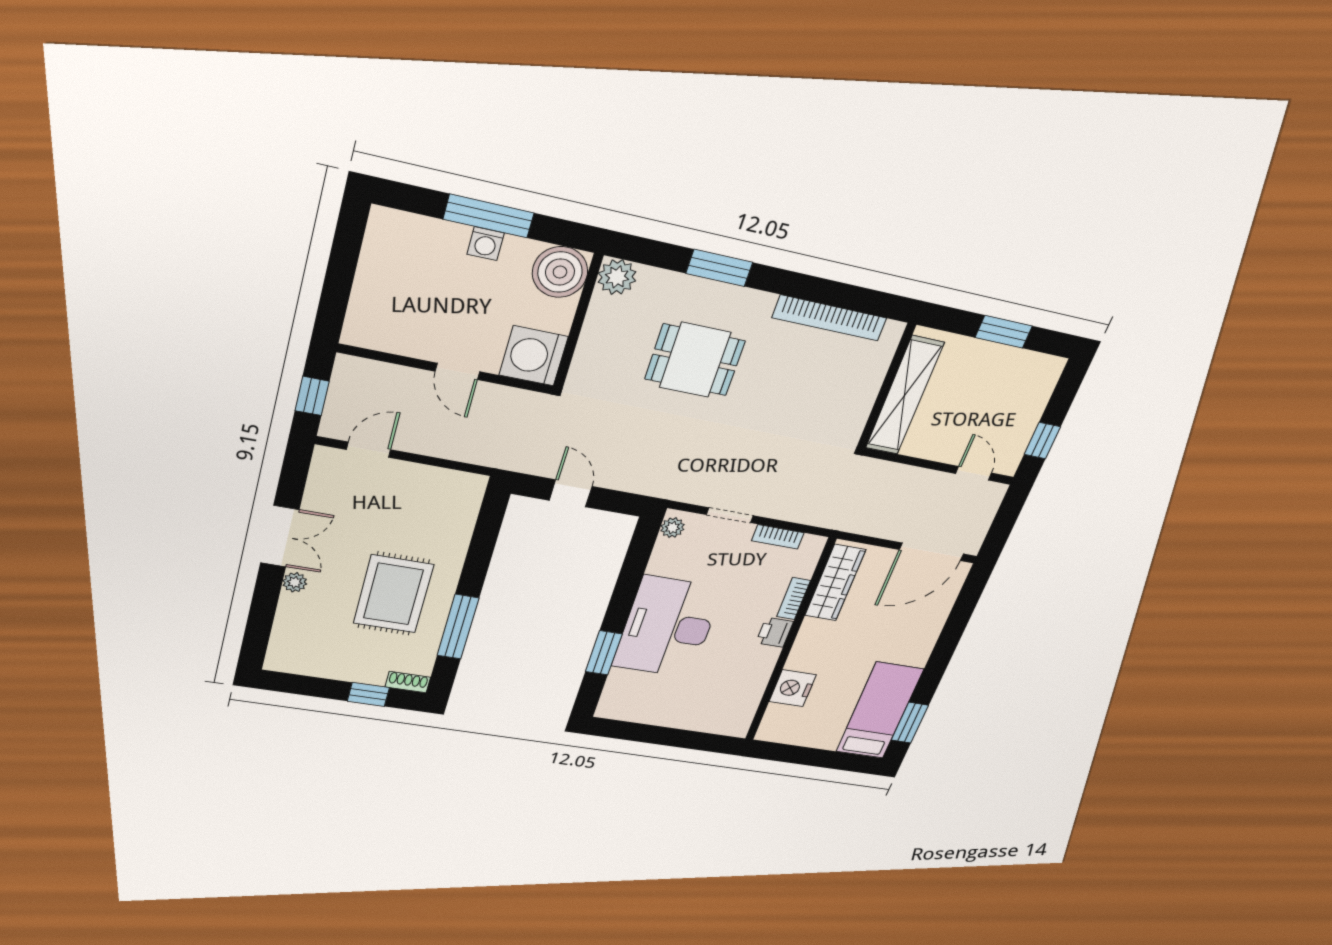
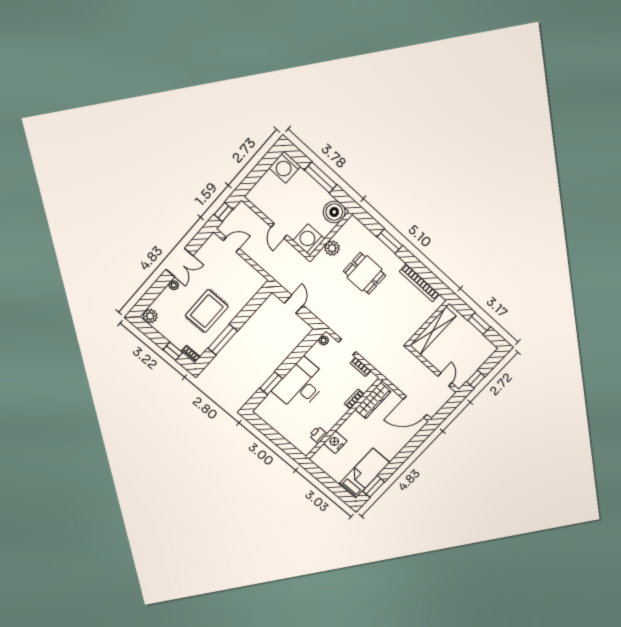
washing machine: (486, 244) -> (285, 167), moved, width x1.89, depth x1.89
plant: (617, 277) -> (332, 248), moved
printer: (775, 632) -> (318, 435), moved
plant: (282, 658) -> (150, 316), added

